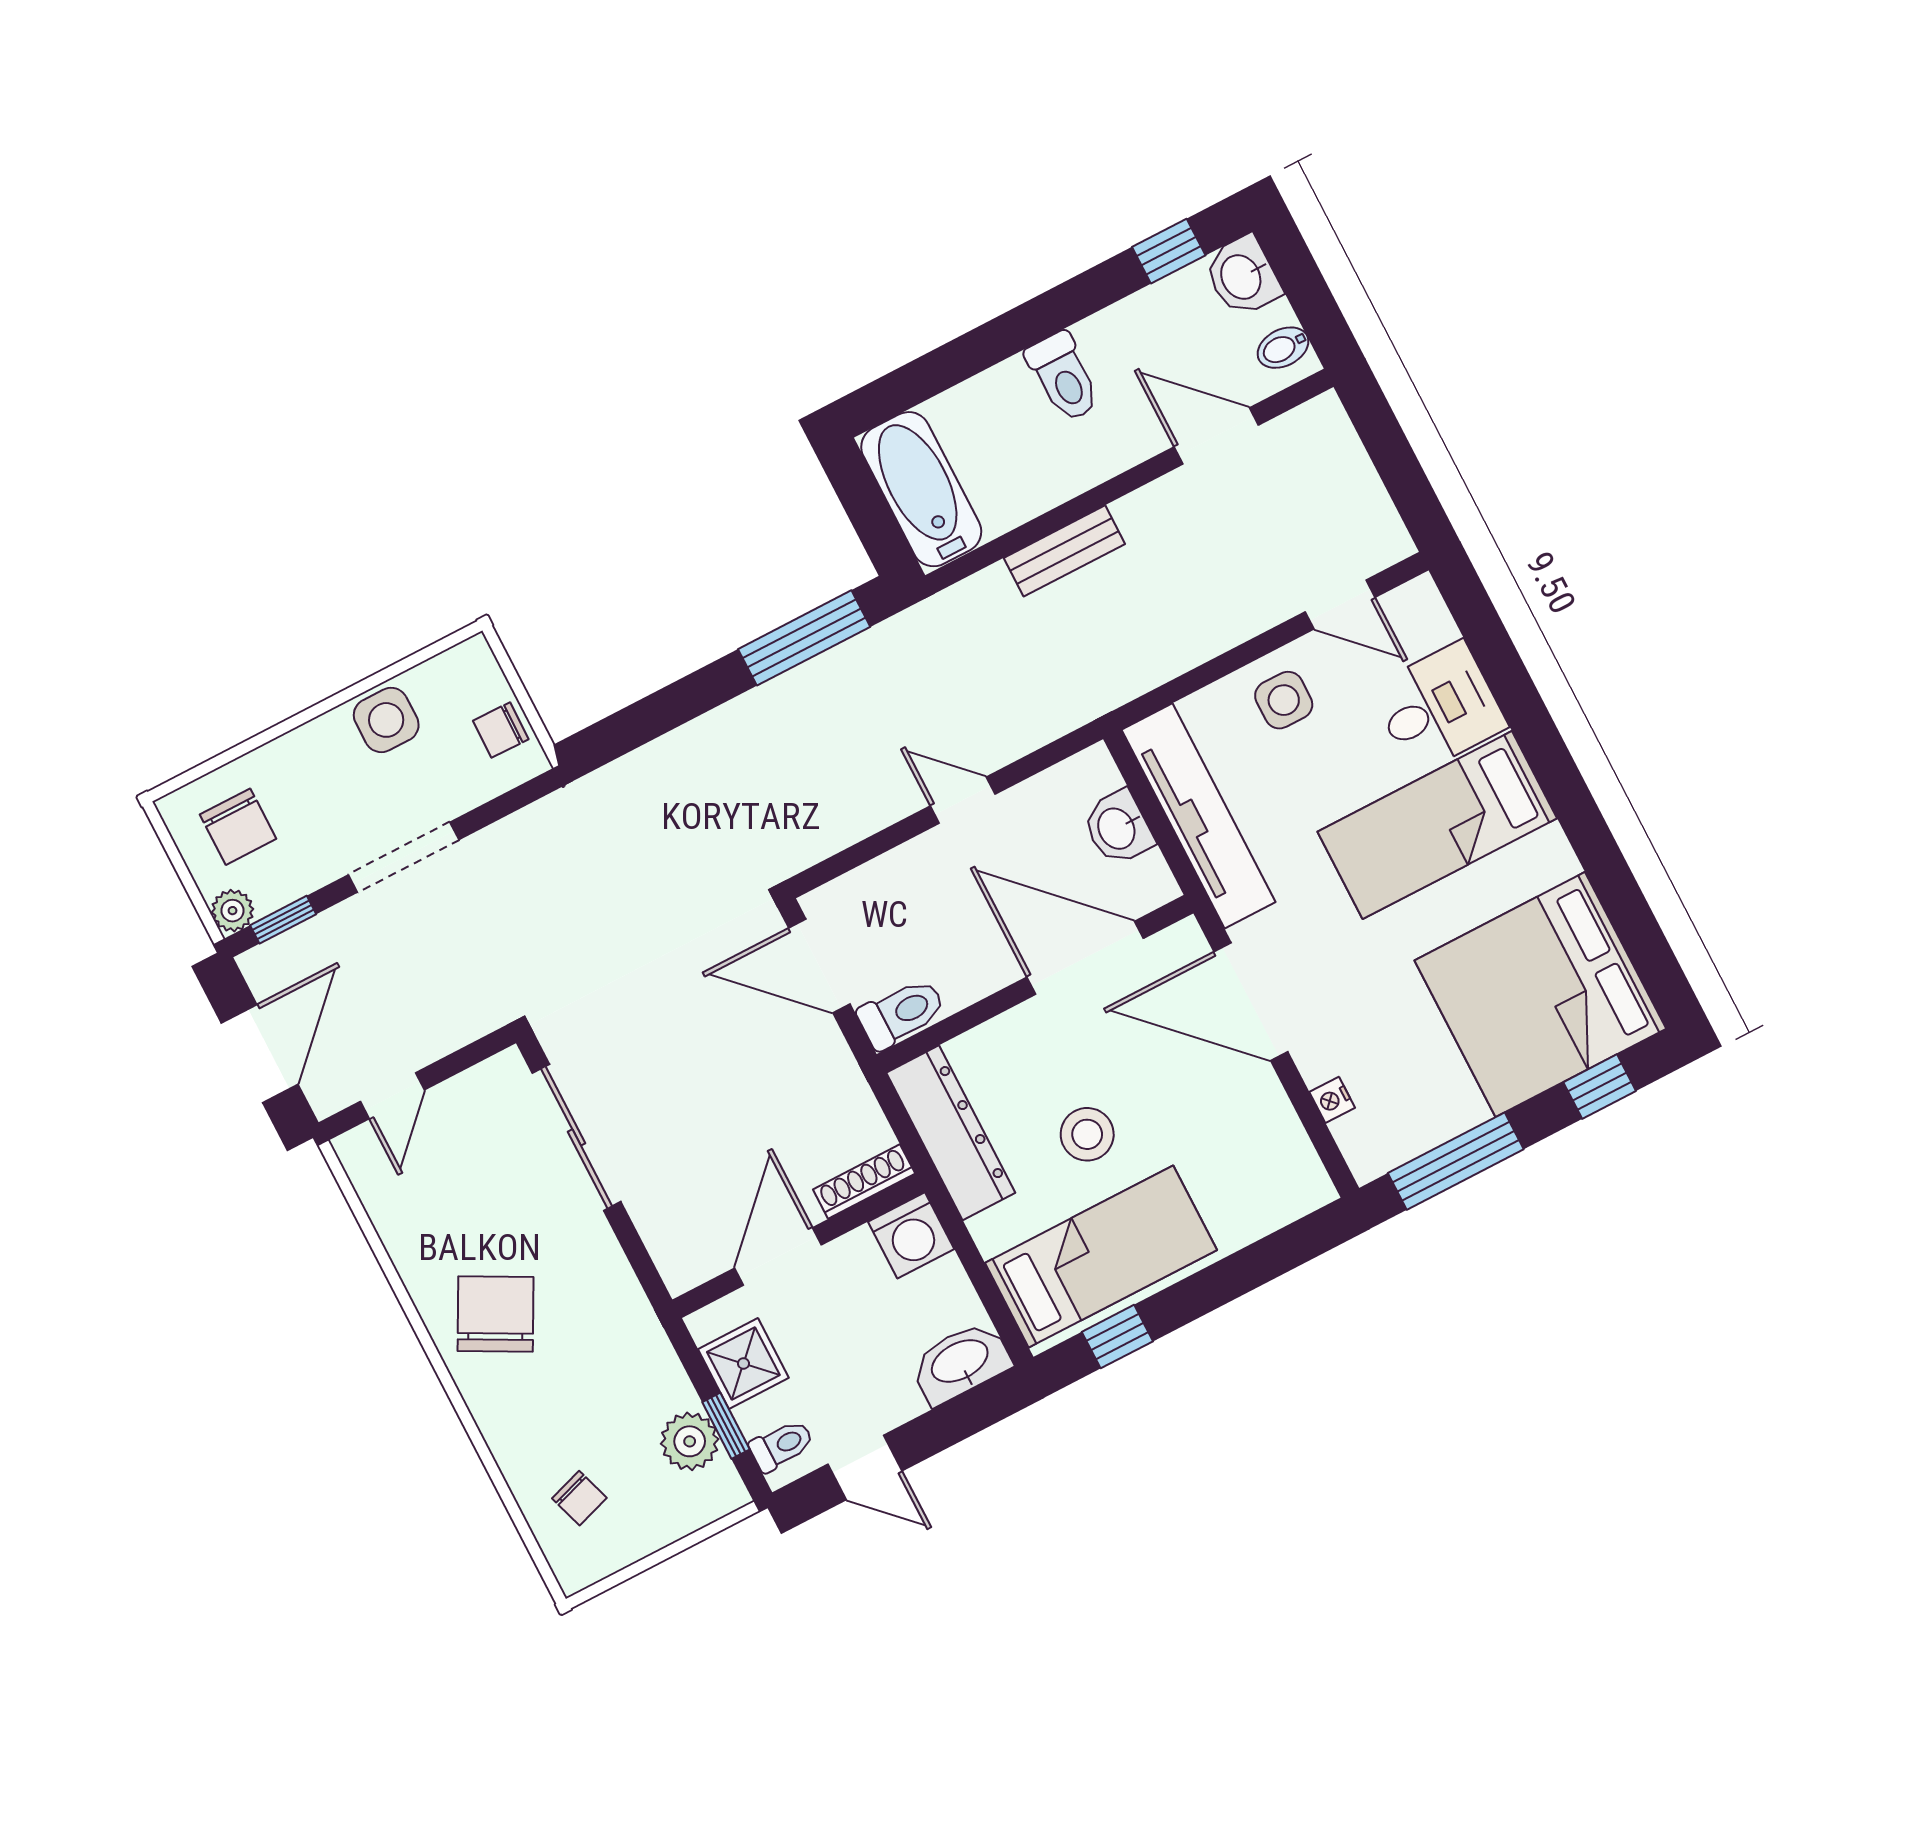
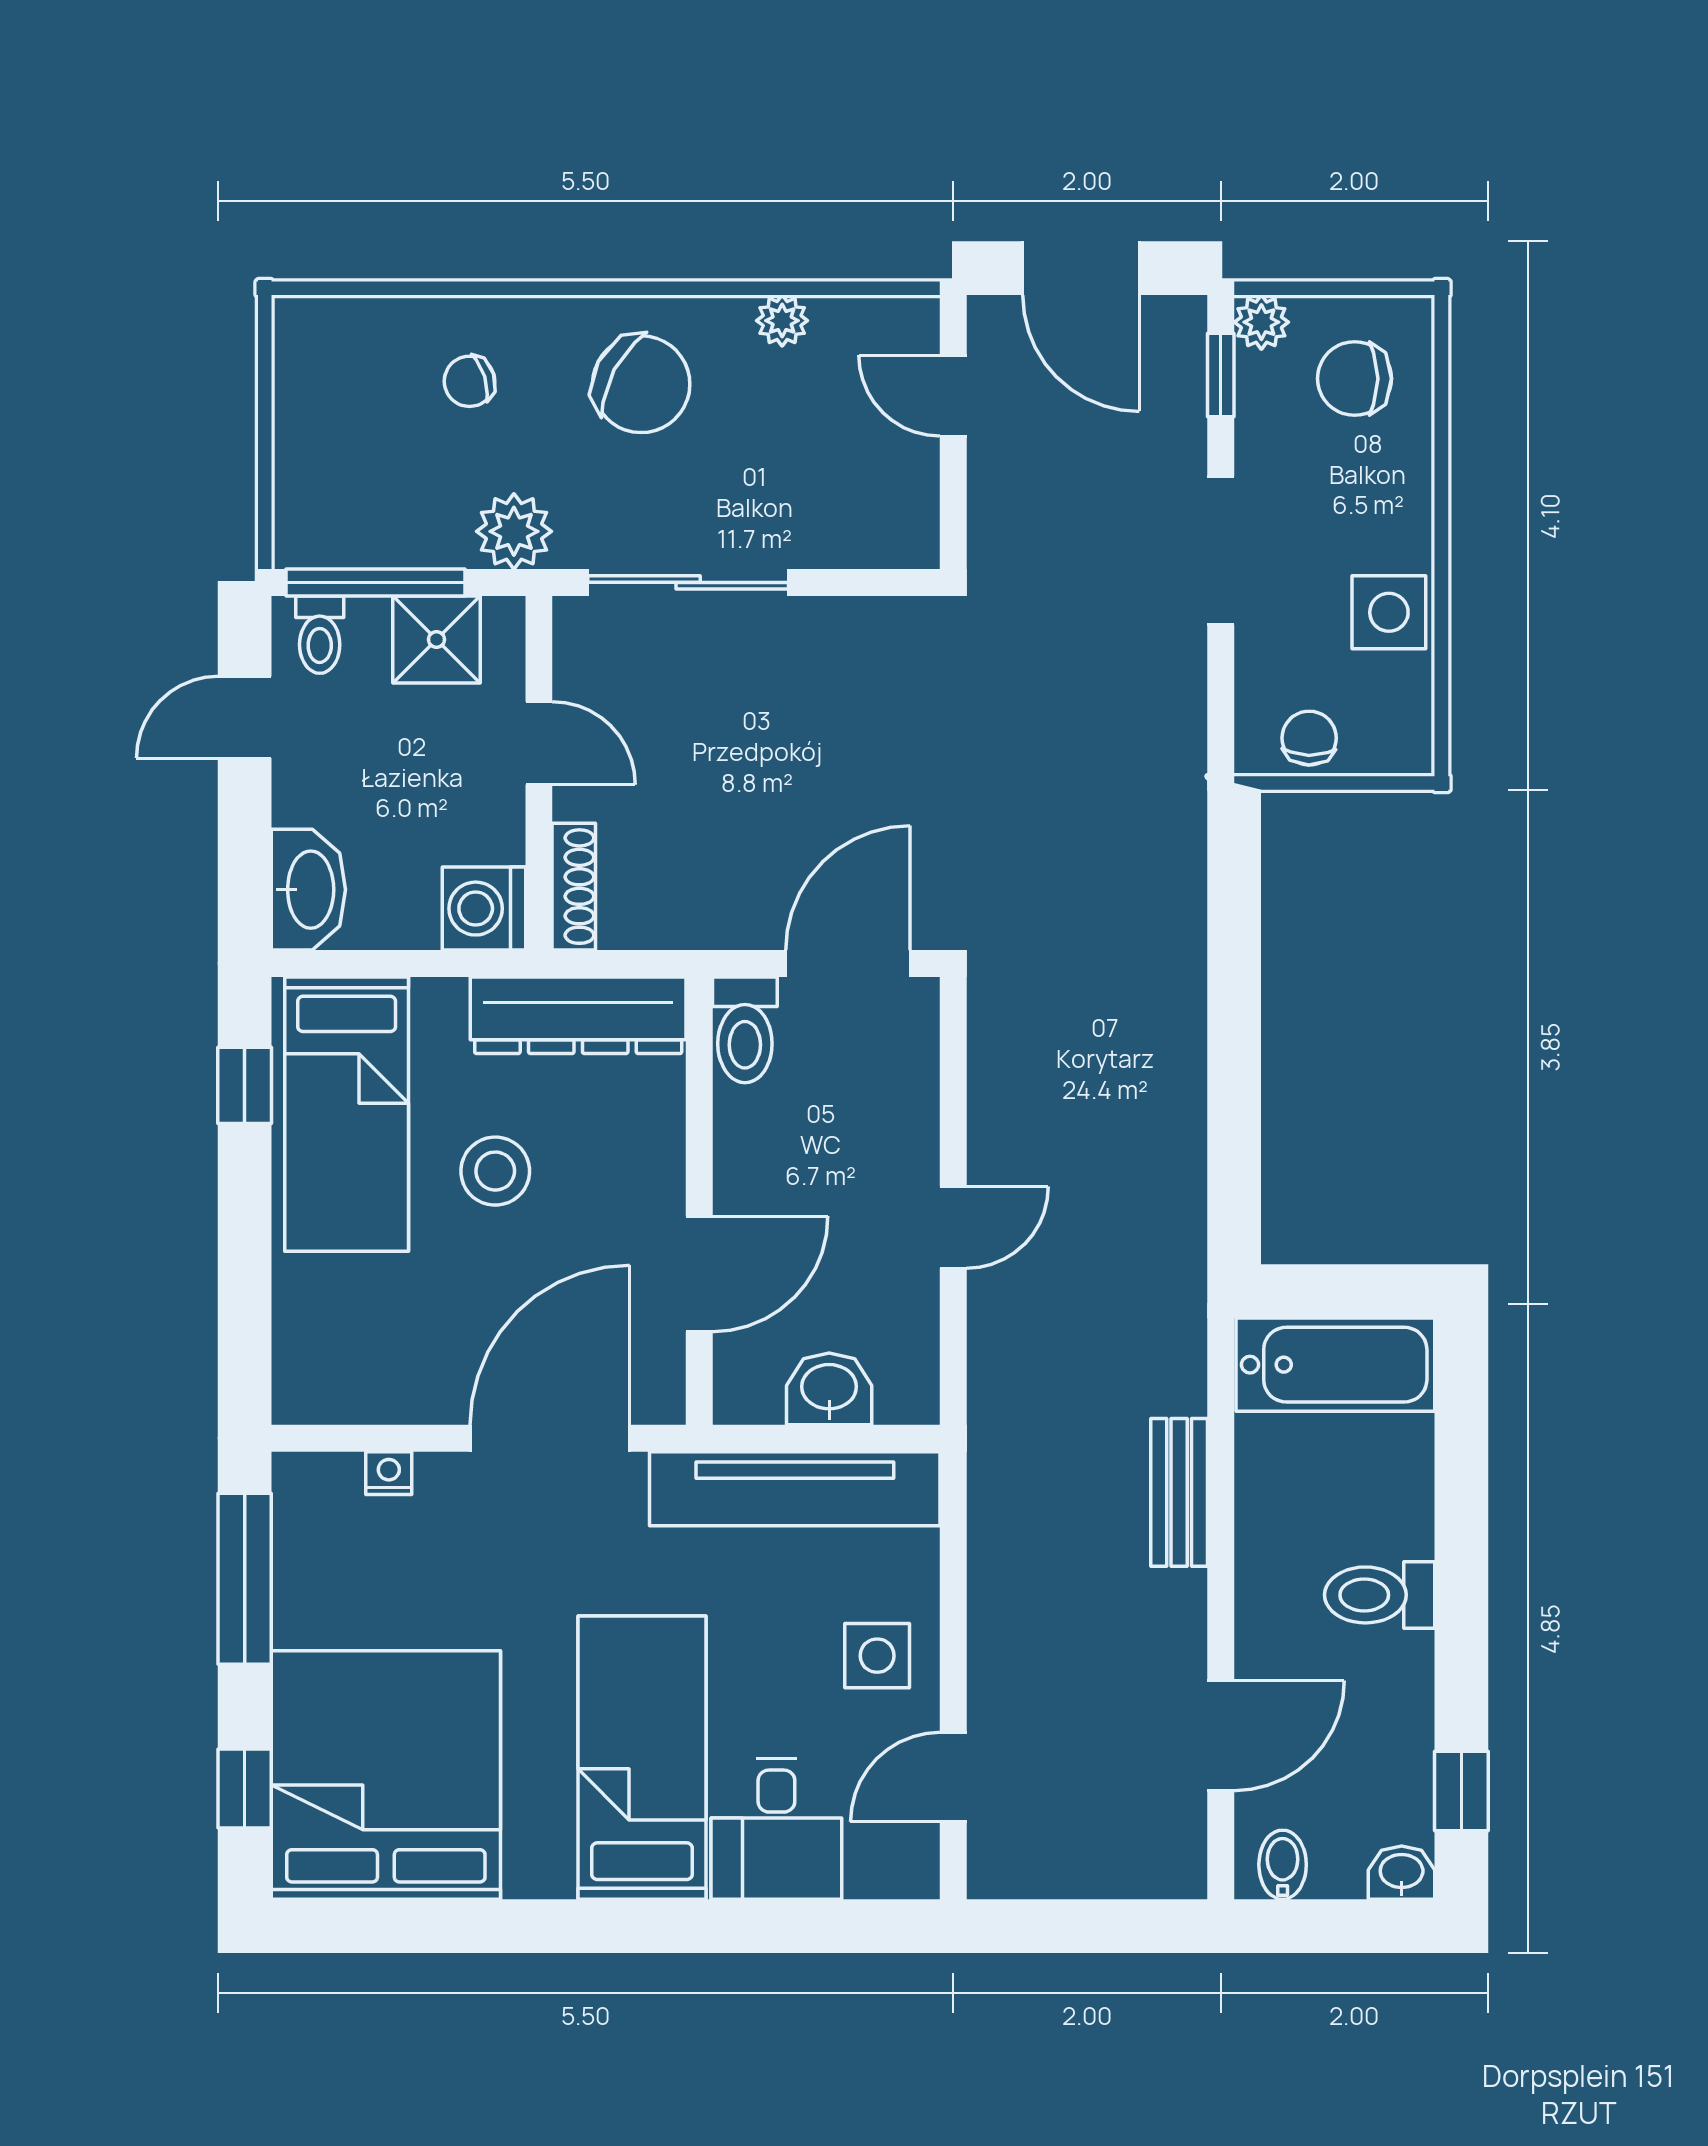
washbasin: (1242, 276) -> (1402, 1873), width x0.72, depth x0.69
window: (804, 638) -> (1234, 1141), removed
door: (1085, 958) -> (699, 1274), width x0.73
sliding door: (577, 1137) -> (688, 582), moved
plant: (402, 1240) -> (782, 321), added
door: (778, 1257) -> (539, 743), width x0.73
window: (726, 1426) -> (376, 582), width x2.17
plant: (690, 1441) -> (514, 531), moved
chair: (579, 1498) -> (469, 381), moved

